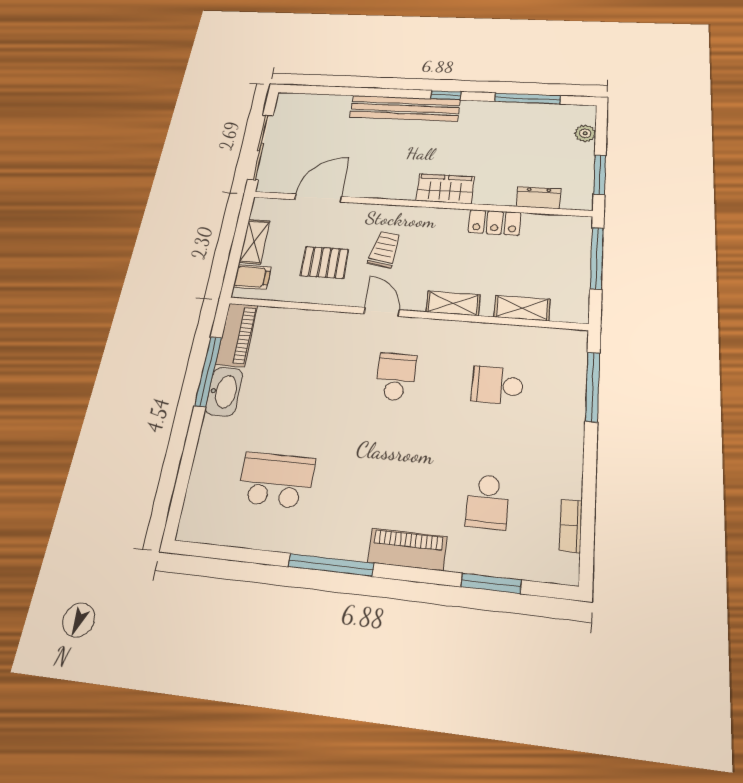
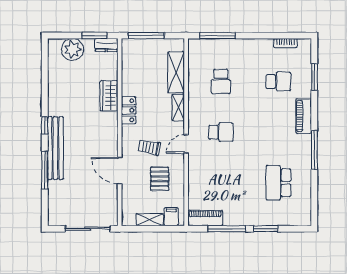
window: (528, 99) -> (45, 170), moved
plant: (585, 133) -> (73, 49), width x1.87, depth x1.87
wardrobe: (445, 189) -> (109, 96), moved
door: (318, 198) -> (120, 171), moved
dresser: (539, 198) -> (106, 45), moved, turned -90
locker: (495, 222) -> (129, 110), moved
shelving: (522, 308) -> (176, 72), width x1.50, depth x1.33
school desk: (396, 377) -> (221, 132), turned 180
washbasin: (224, 392) -> (237, 218), removed
window: (191, 445) -> (266, 229), added

